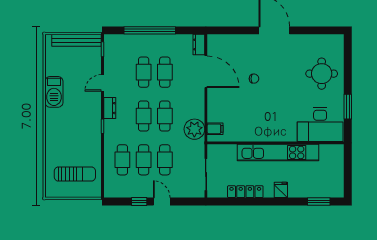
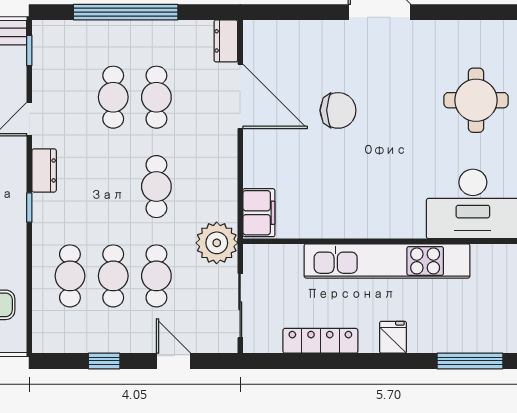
chair: (254, 79) -> (338, 110), width x1.87, depth x1.87
cafe table: (144, 116) -> (113, 187), removed
plant: (194, 129) -> (217, 243), moved
filing cabinet: (215, 129) -> (259, 213), width x2.00
door: (162, 202) -> (174, 361), moved
window: (319, 202) -> (470, 361), width x1.44

